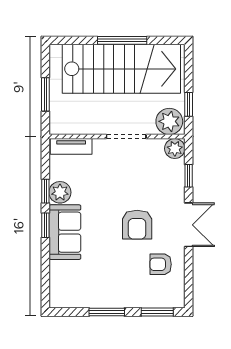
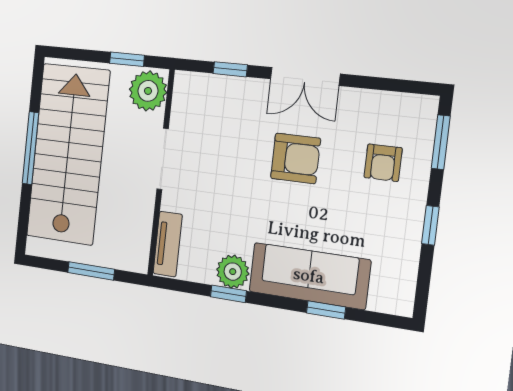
plant: (175, 149) -> (188, 87), removed
window: (45, 225) -> (326, 310), moved
double door: (189, 225) -> (305, 76), swing flipped
sofa: (65, 232) -> (309, 276), width x1.36
armchair: (161, 264) -> (383, 163), moved
window: (107, 312) -> (430, 225), width x0.67

